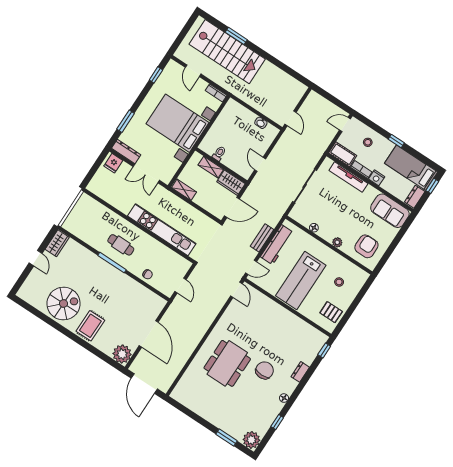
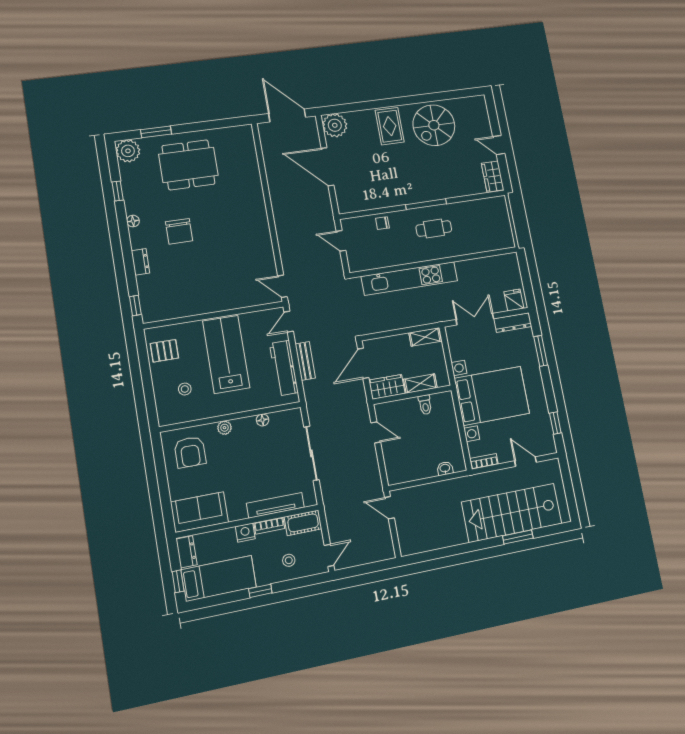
washbasin: (261, 123) -> (445, 468), moved
dining table: (227, 363) -> (188, 165), moved, turned 90

